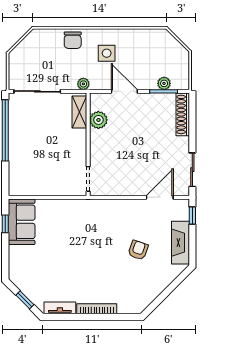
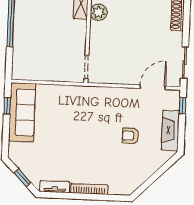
sofa: (22, 222) -> (22, 112), width x1.36
armchair: (138, 250) -> (130, 136), turned -109

